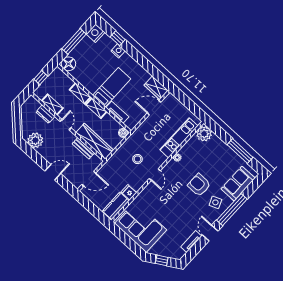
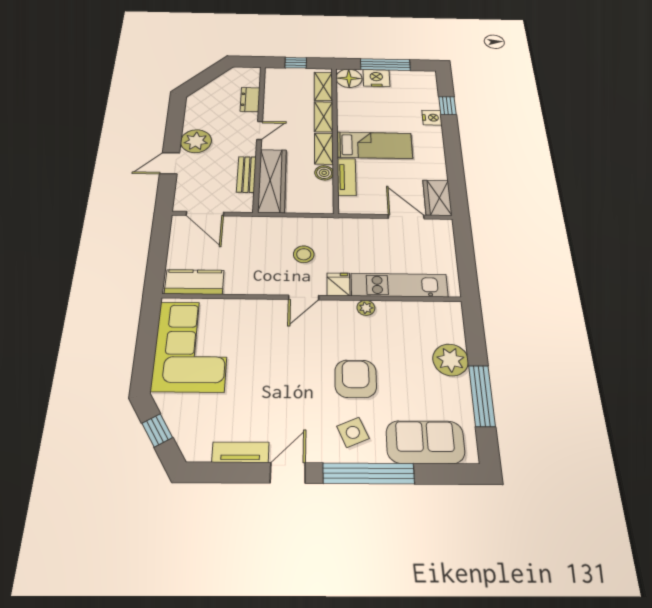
nightstand: (96, 33) -> (376, 78), moved
shelving: (52, 105) -> (323, 86), moved
boiler: (123, 133) -> (324, 173), moved
plant: (204, 134) -> (451, 360), moved
plant: (35, 140) -> (196, 141), moved
door: (53, 172) -> (170, 163), swing flipped
fridge: (129, 192) -> (338, 284), moved

